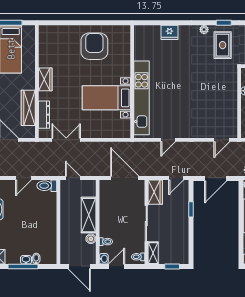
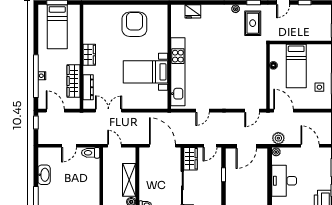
fridge: (169, 32) -> (193, 11), moved

